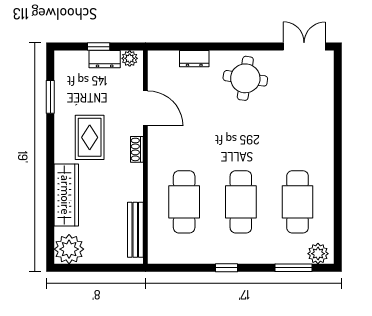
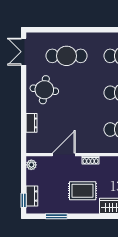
window: (99, 47) -> (24, 200), moved
dresser: (105, 59) -> (32, 196), moved
cafe table: (298, 113) -> (66, 56), added

